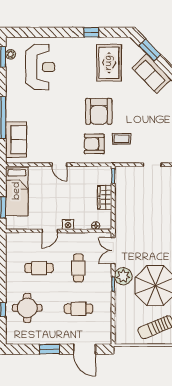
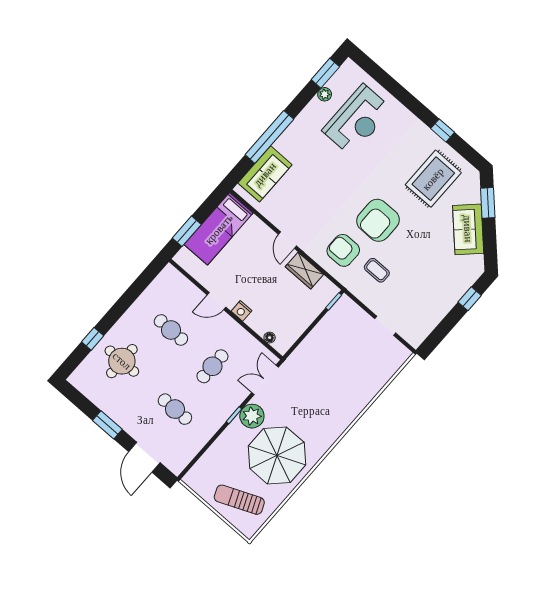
plant: (11, 54) -> (325, 94), moved
wardrobe: (105, 197) -> (304, 271), moved, turned -90

